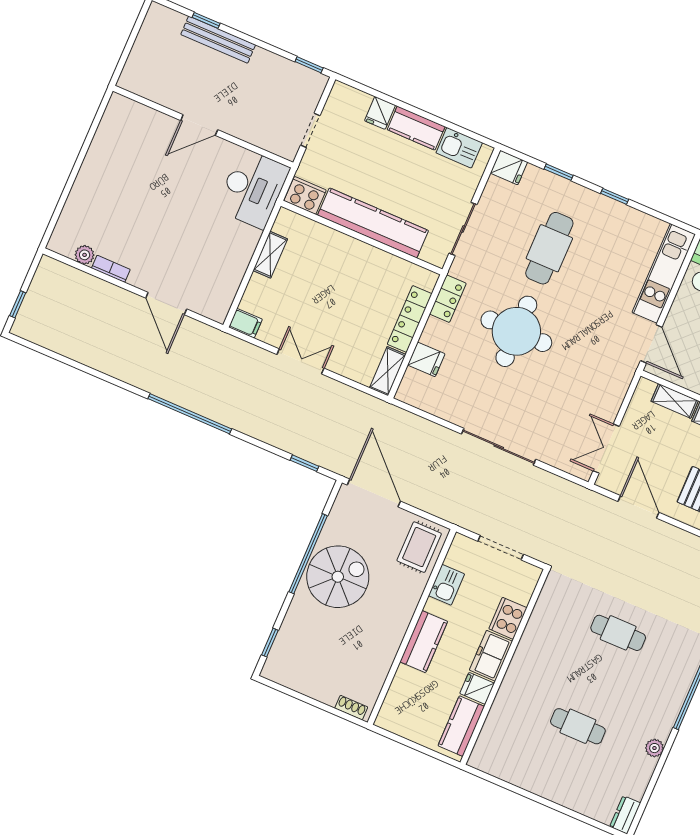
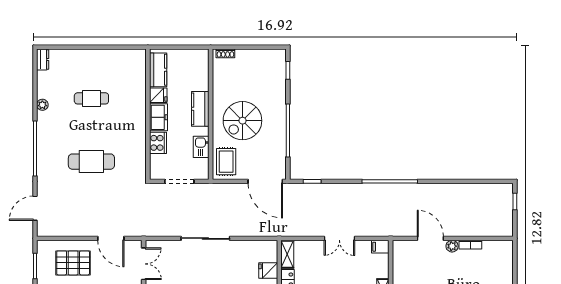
plant: (85, 255) -> (452, 246), moved
spiral stairs: (338, 577) -> (242, 121), moved
cafe table: (618, 633) -> (91, 162), width x1.37, depth x1.35

